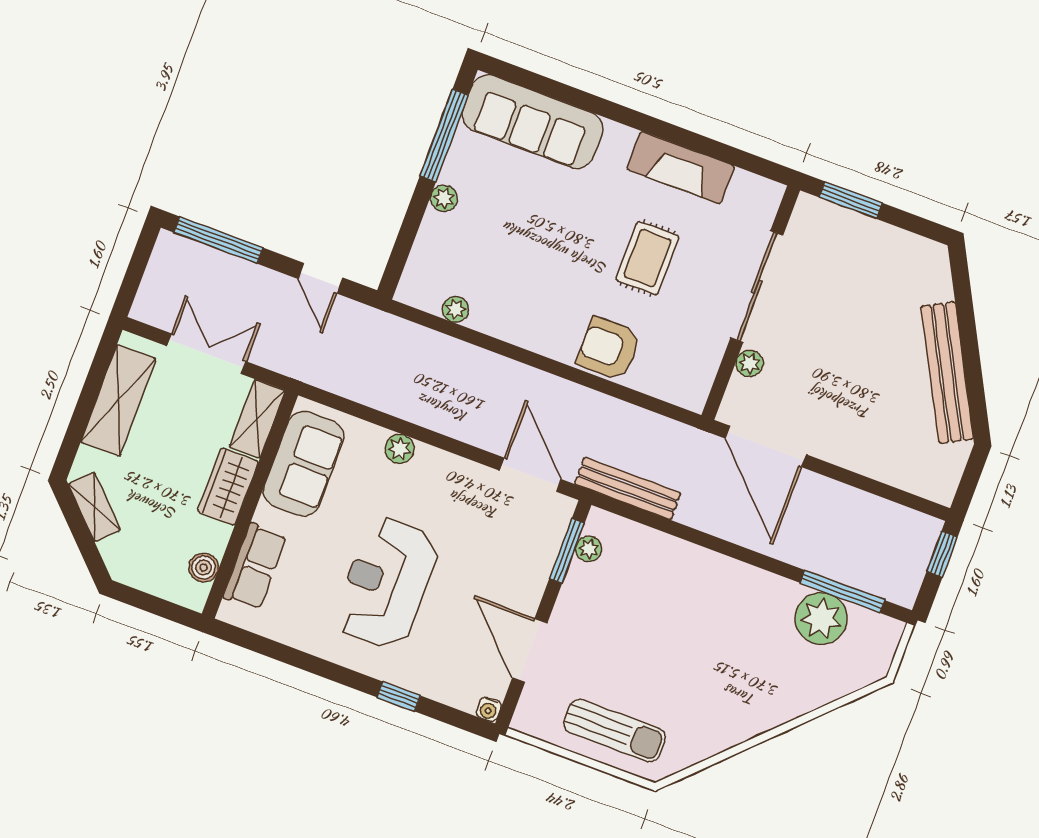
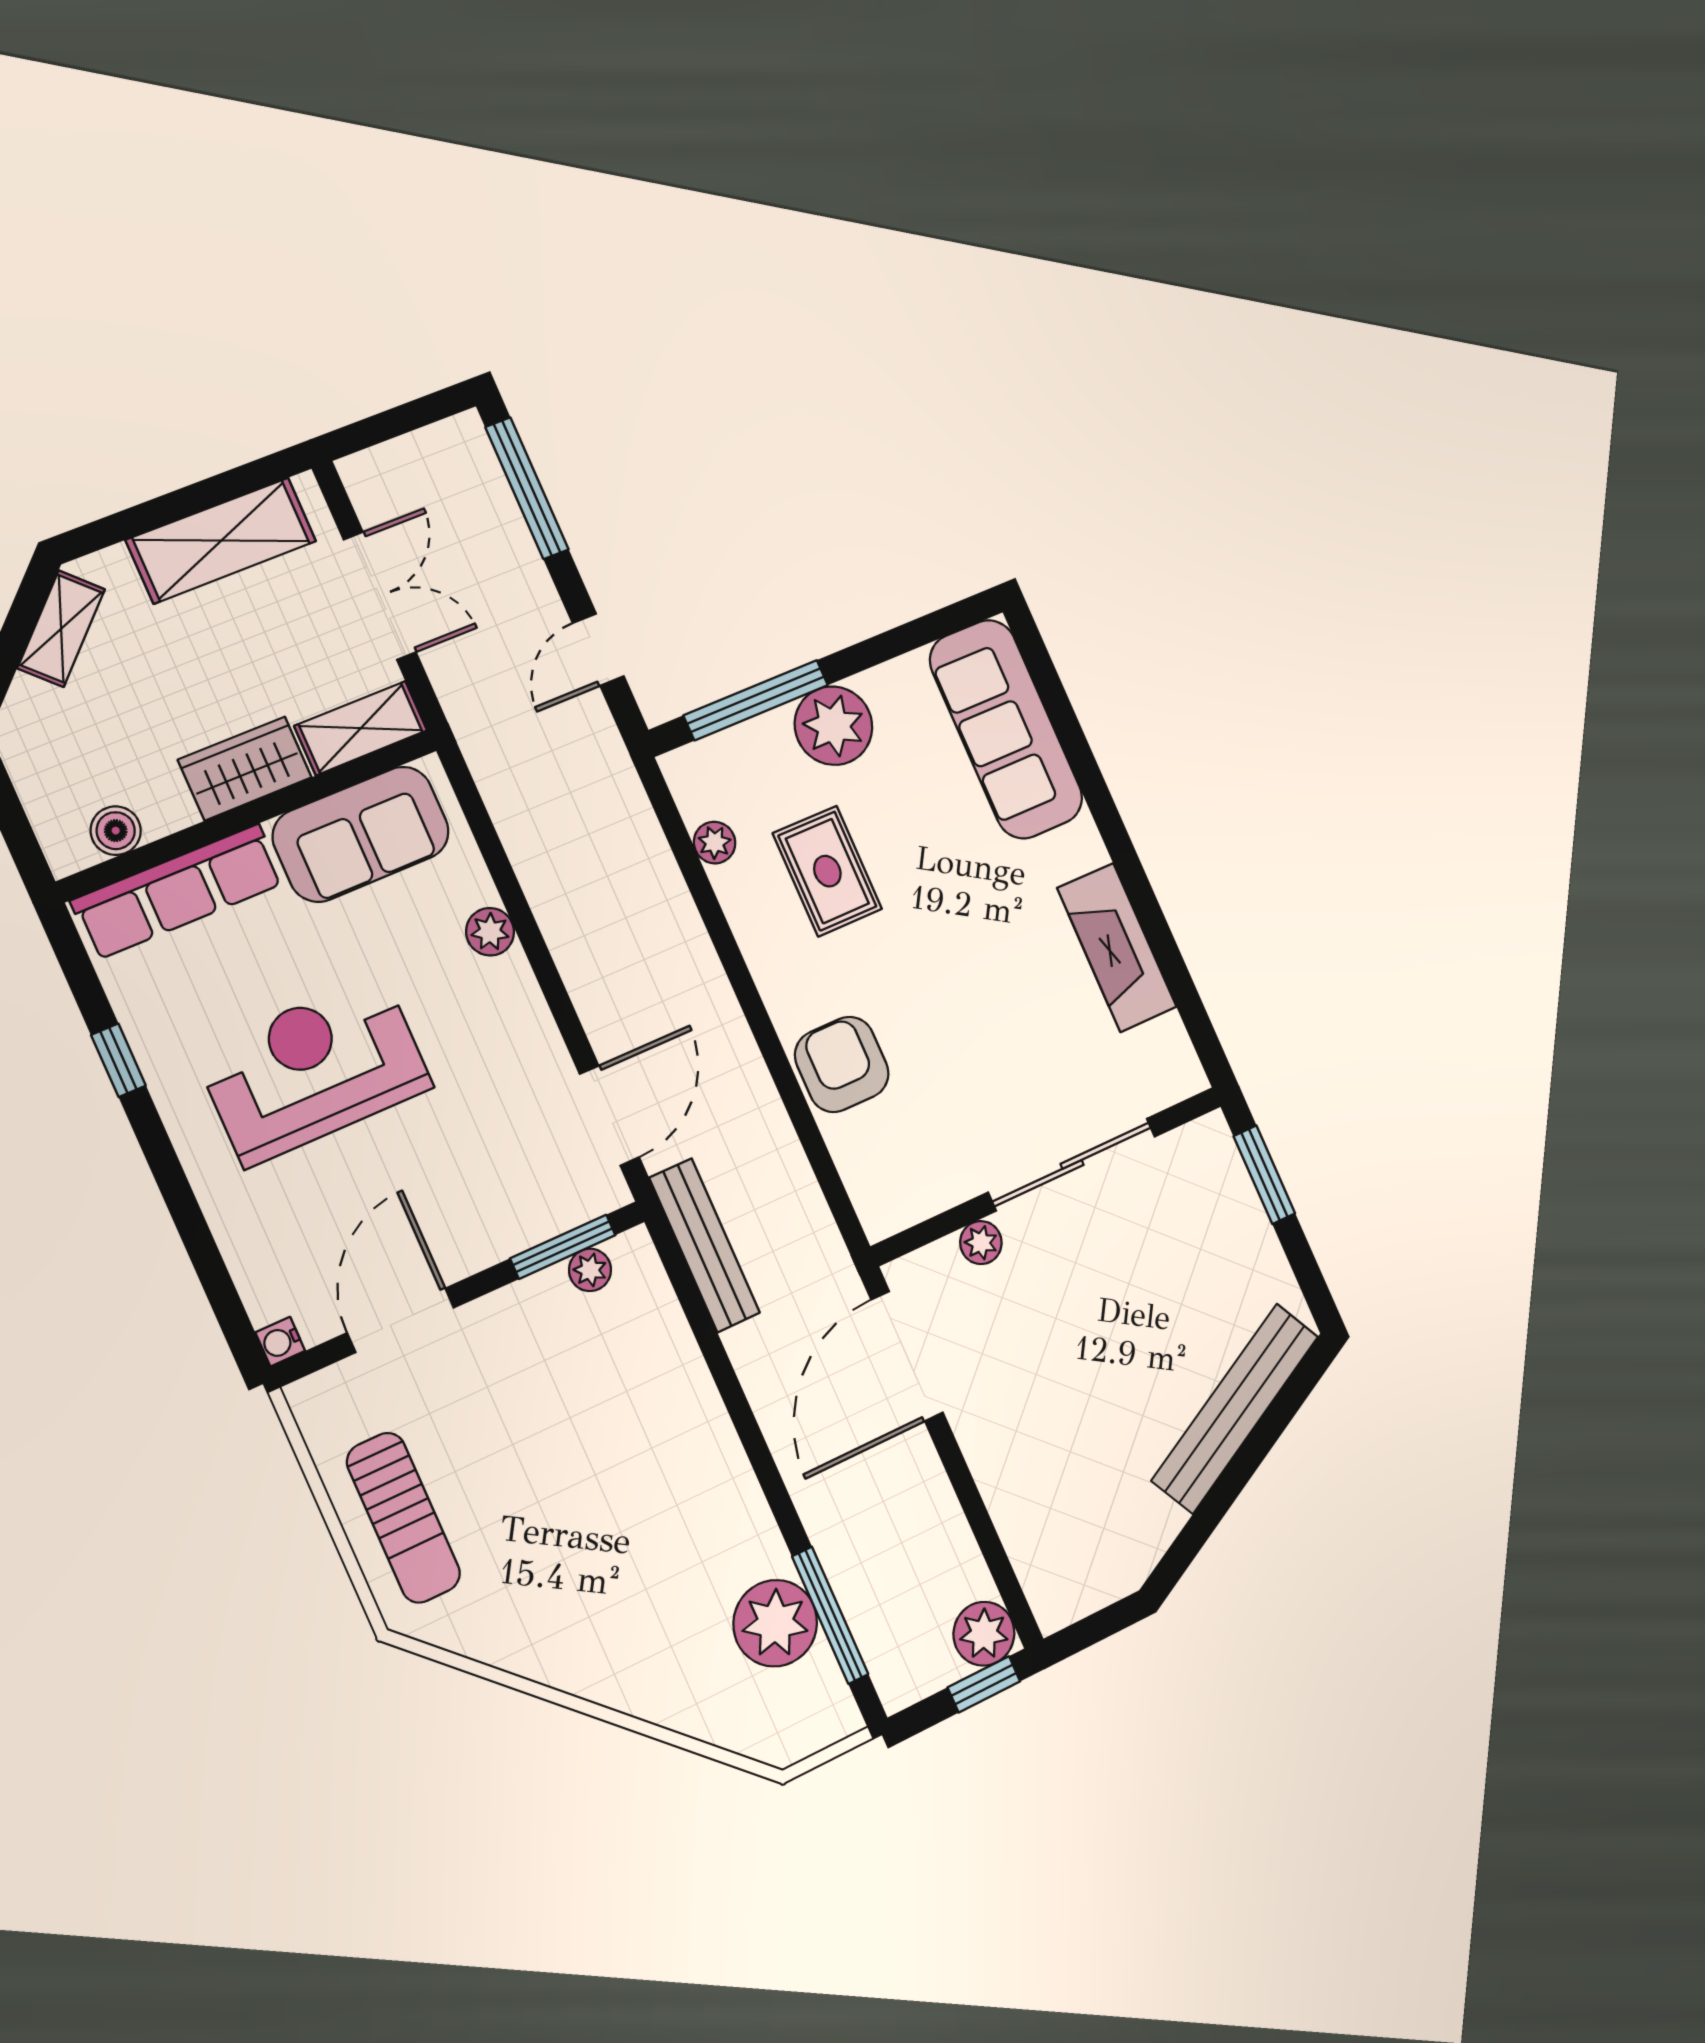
window: (444, 135) -> (756, 700), moved
plant: (444, 198) -> (834, 726), width x1.88, depth x1.88
rug: (647, 258) -> (827, 871), moved, turned 90
bench: (947, 373) -> (1235, 1408), moved
plant: (920, 532) -> (984, 1634), added
row of seats: (255, 567) -> (178, 892), width x1.48
window: (399, 696) -> (118, 1060), moved

